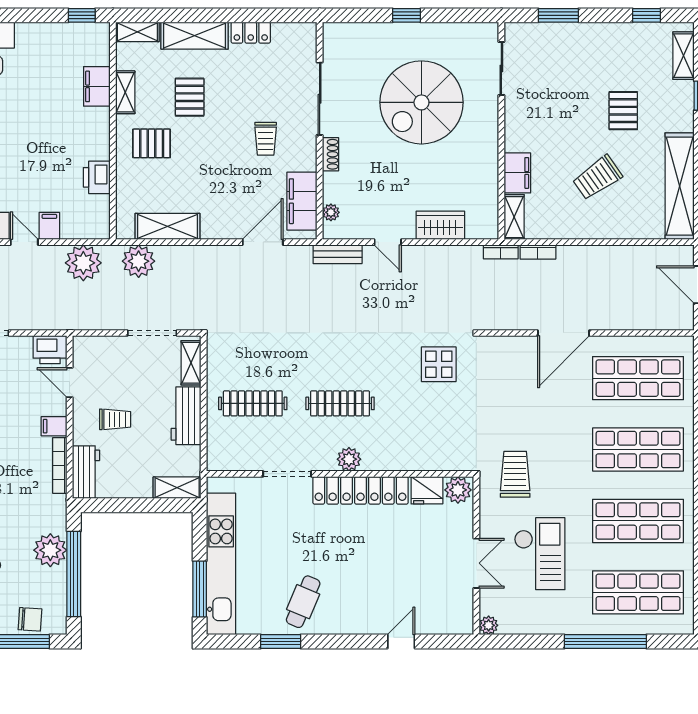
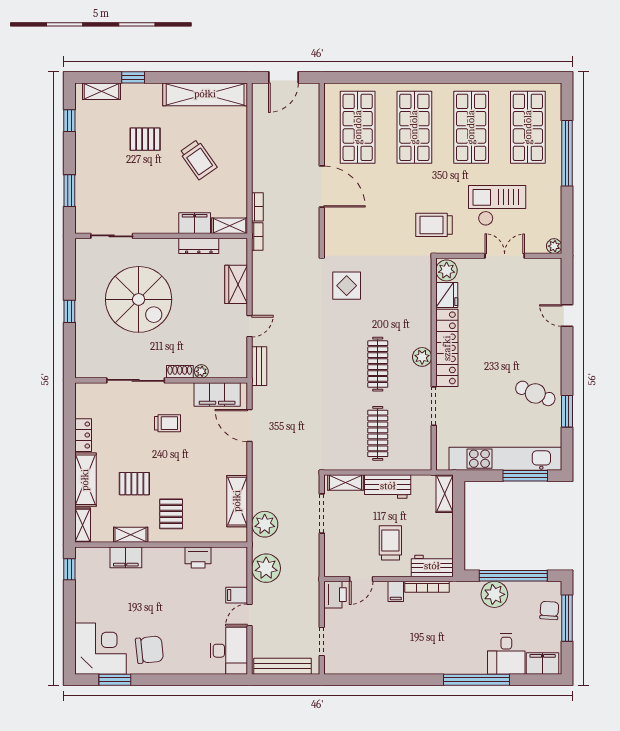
dresser: (489, 178) -> (199, 246), added
plant: (331, 212) -> (201, 371), moved
trolley: (115, 419) -> (390, 543), width x1.36, depth x1.39

